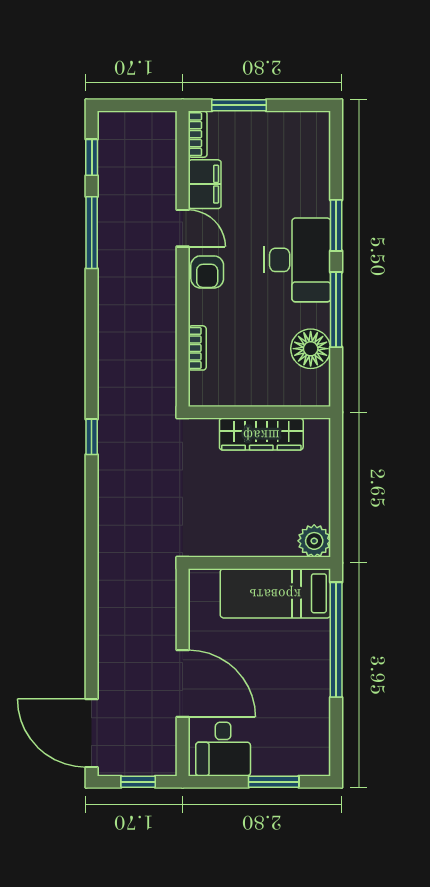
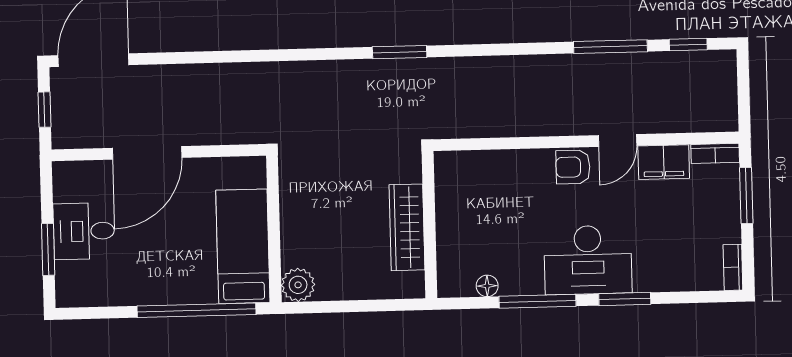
bookcase: (197, 348) -> (733, 267), moved, turned 90
floor lamp: (311, 349) -> (487, 286), width x0.53, depth x0.53
window: (92, 437) -> (400, 52), width x1.50
desk: (223, 747) -> (84, 231), moved

